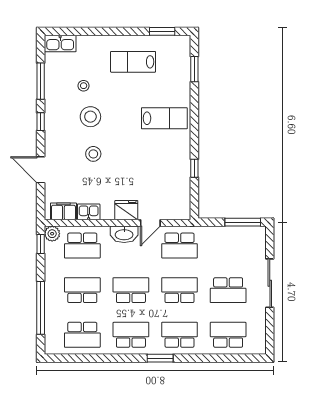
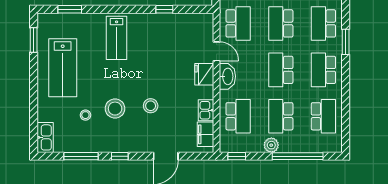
lab bench: (133, 62) -> (63, 68), width x1.36, depth x1.39
lab bench: (164, 118) -> (117, 38), turned 180
plant: (52, 234) -> (271, 145), moved

